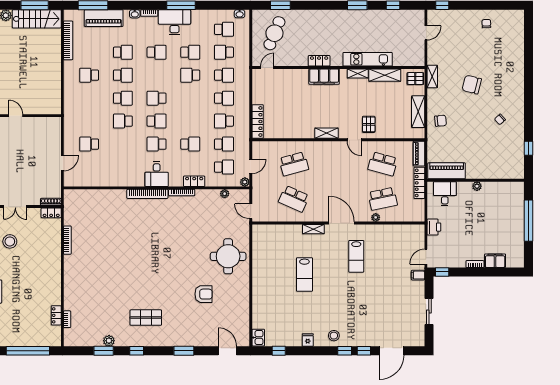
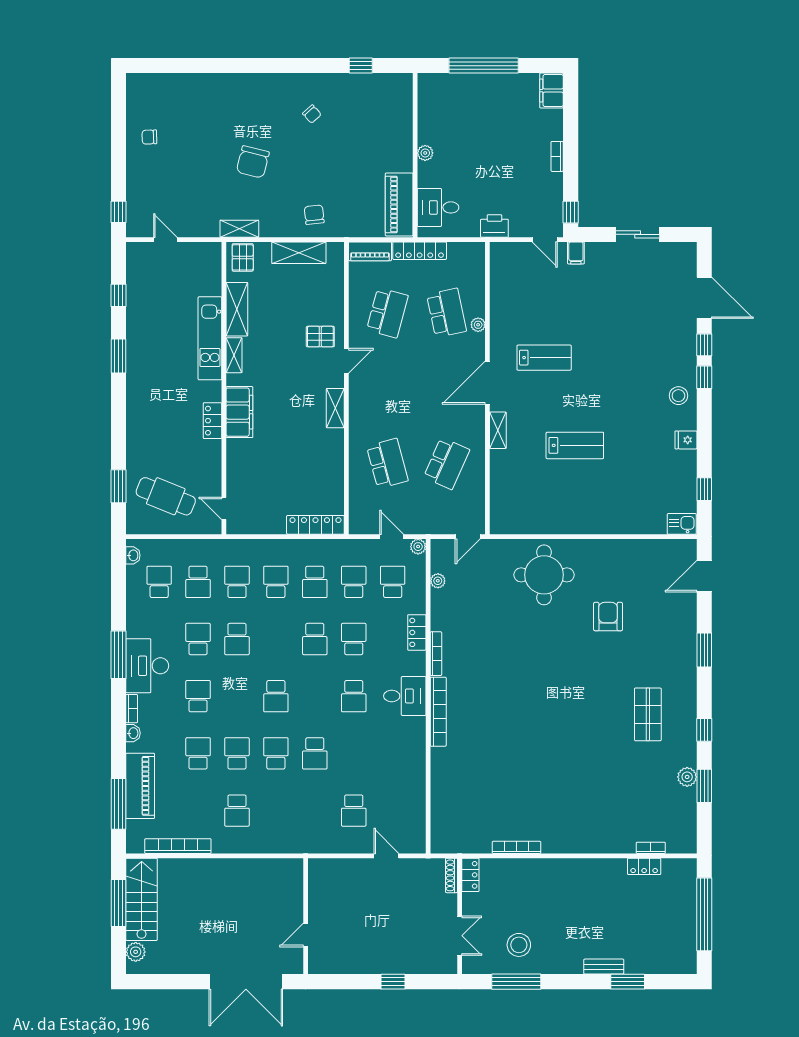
school desk: (157, 121) -> (315, 639), moved, turned 180
filing cabinet: (495, 261) -> (551, 91), moved

